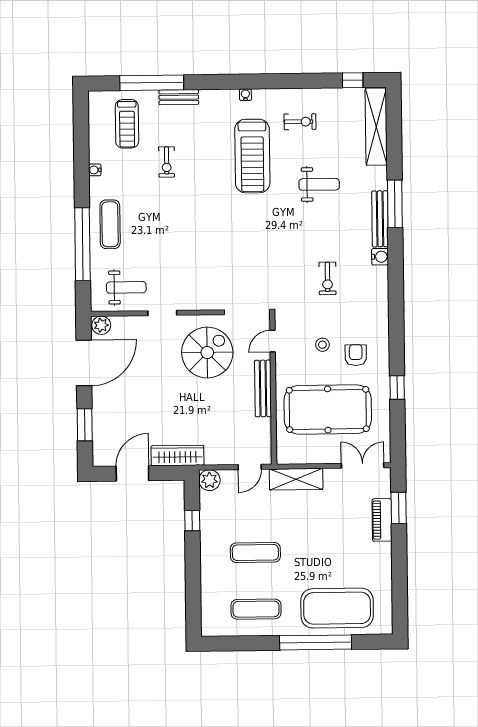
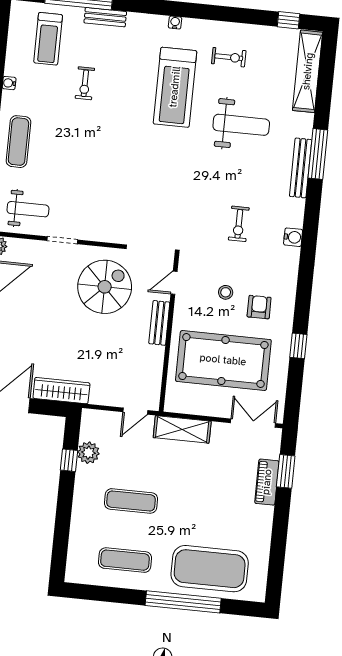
weight bench: (319, 184) -> (241, 125), width x1.36, depth x1.33
water cooler: (380, 257) -> (293, 237), moved
bench: (263, 388) -> (159, 323), width x0.73
plant: (209, 480) -> (88, 453), moved

